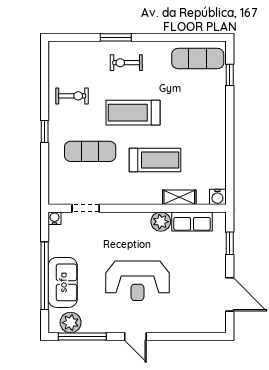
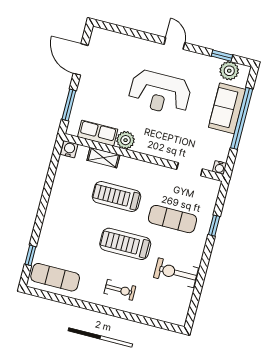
window: (116, 37) -> (124, 315), removed
exercise bike: (72, 96) -> (176, 273), width x1.38, depth x1.39
treadmill: (133, 113) -> (125, 244), turned 180
window: (45, 132) -> (214, 226), moved
window: (230, 243) -> (69, 105), width x1.50
reception desk: (137, 281) -> (160, 93), turned 180
window: (82, 336) -> (222, 56), width x0.46

